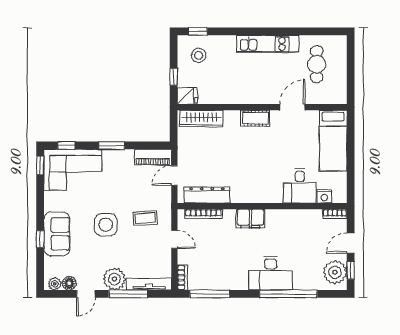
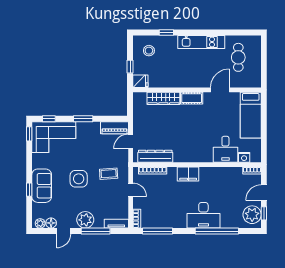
window: (198, 31) -> (166, 33), moved
wardrobe: (201, 119) -> (163, 98), moved
tv unit: (149, 284) -> (116, 224), width x0.71

